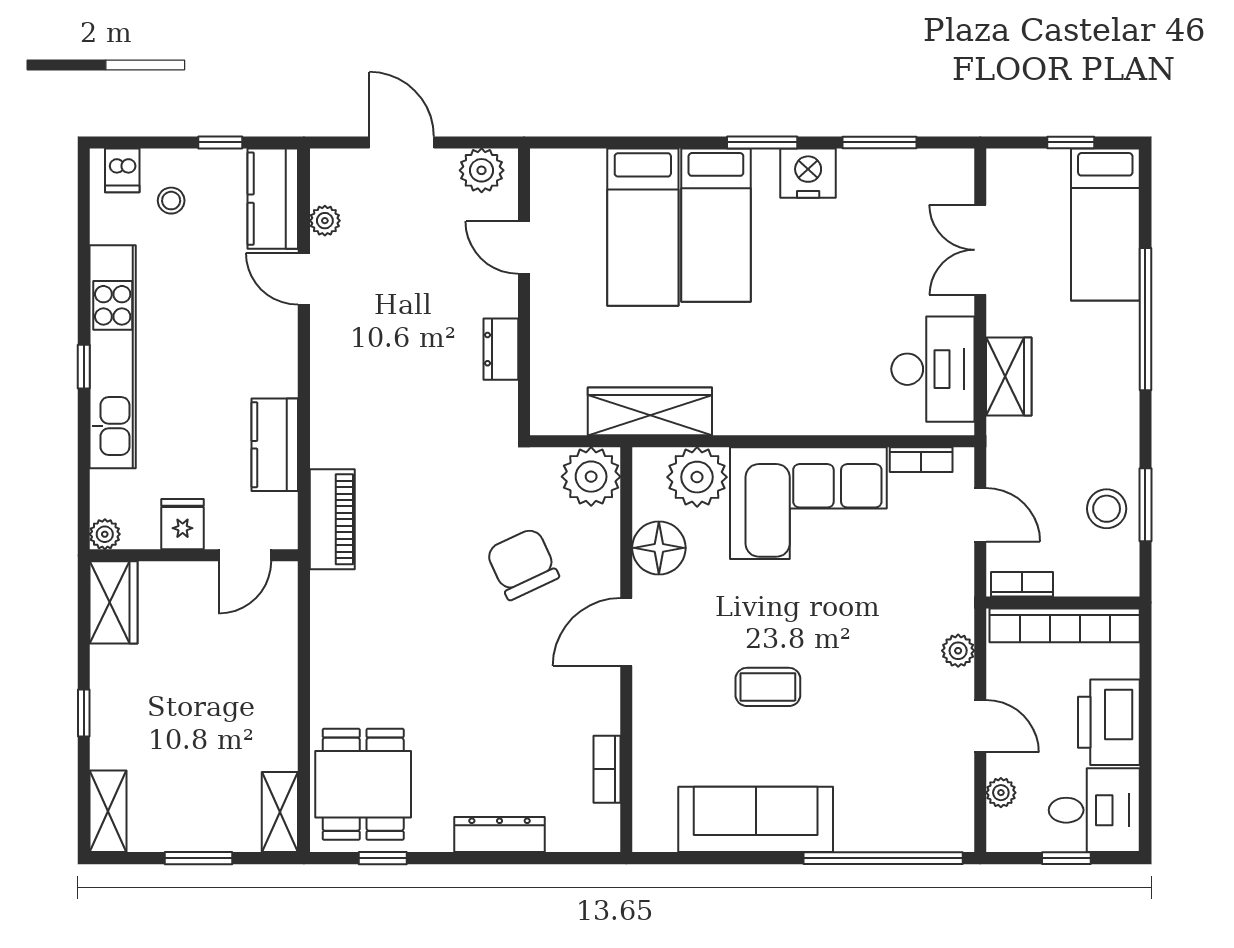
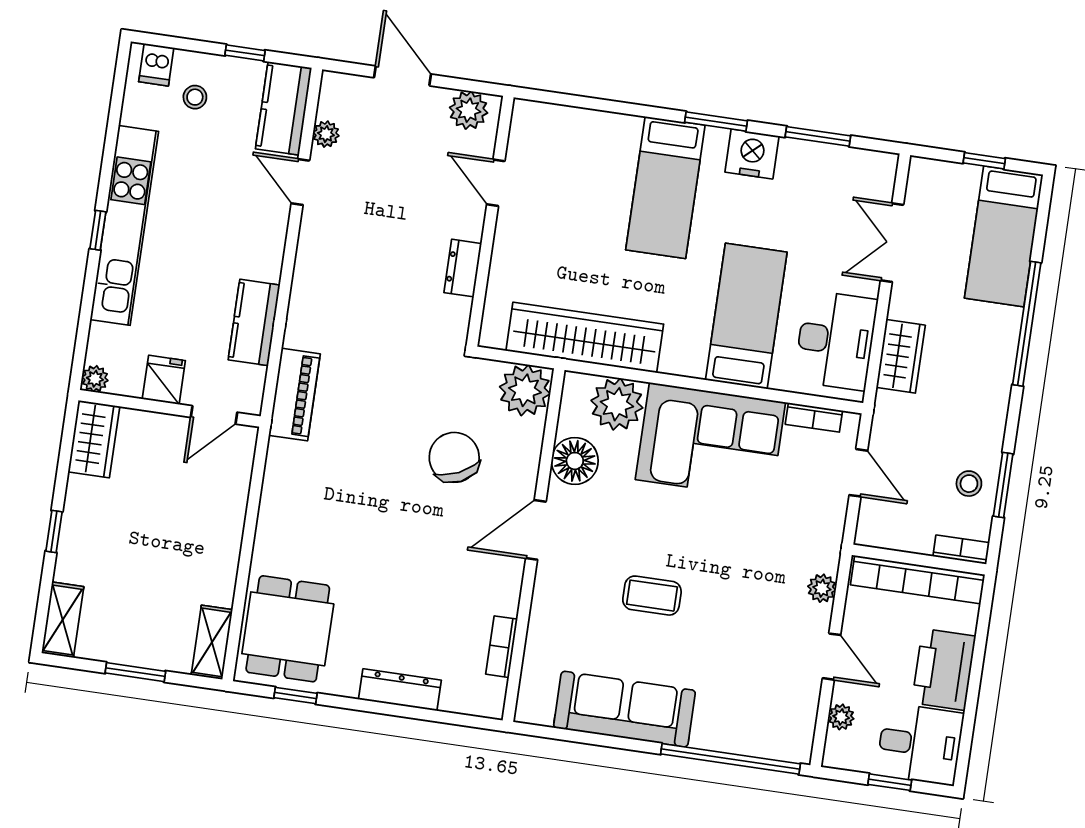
bed: (643, 227) -> (746, 316), moved, turned 180
wardrobe: (650, 411) -> (585, 338), width x1.40, depth x1.17
stool: (1107, 509) -> (969, 484), width x0.73, depth x0.73
bookcase: (1022, 584) -> (961, 550), moved

